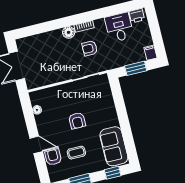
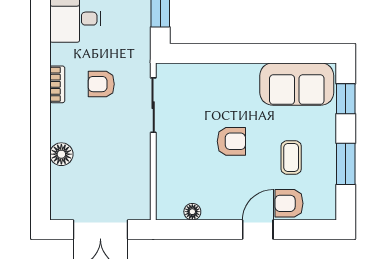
floor lamp: (69, 32) -> (61, 154), moved
armchair: (90, 48) -> (101, 84), turned 90

